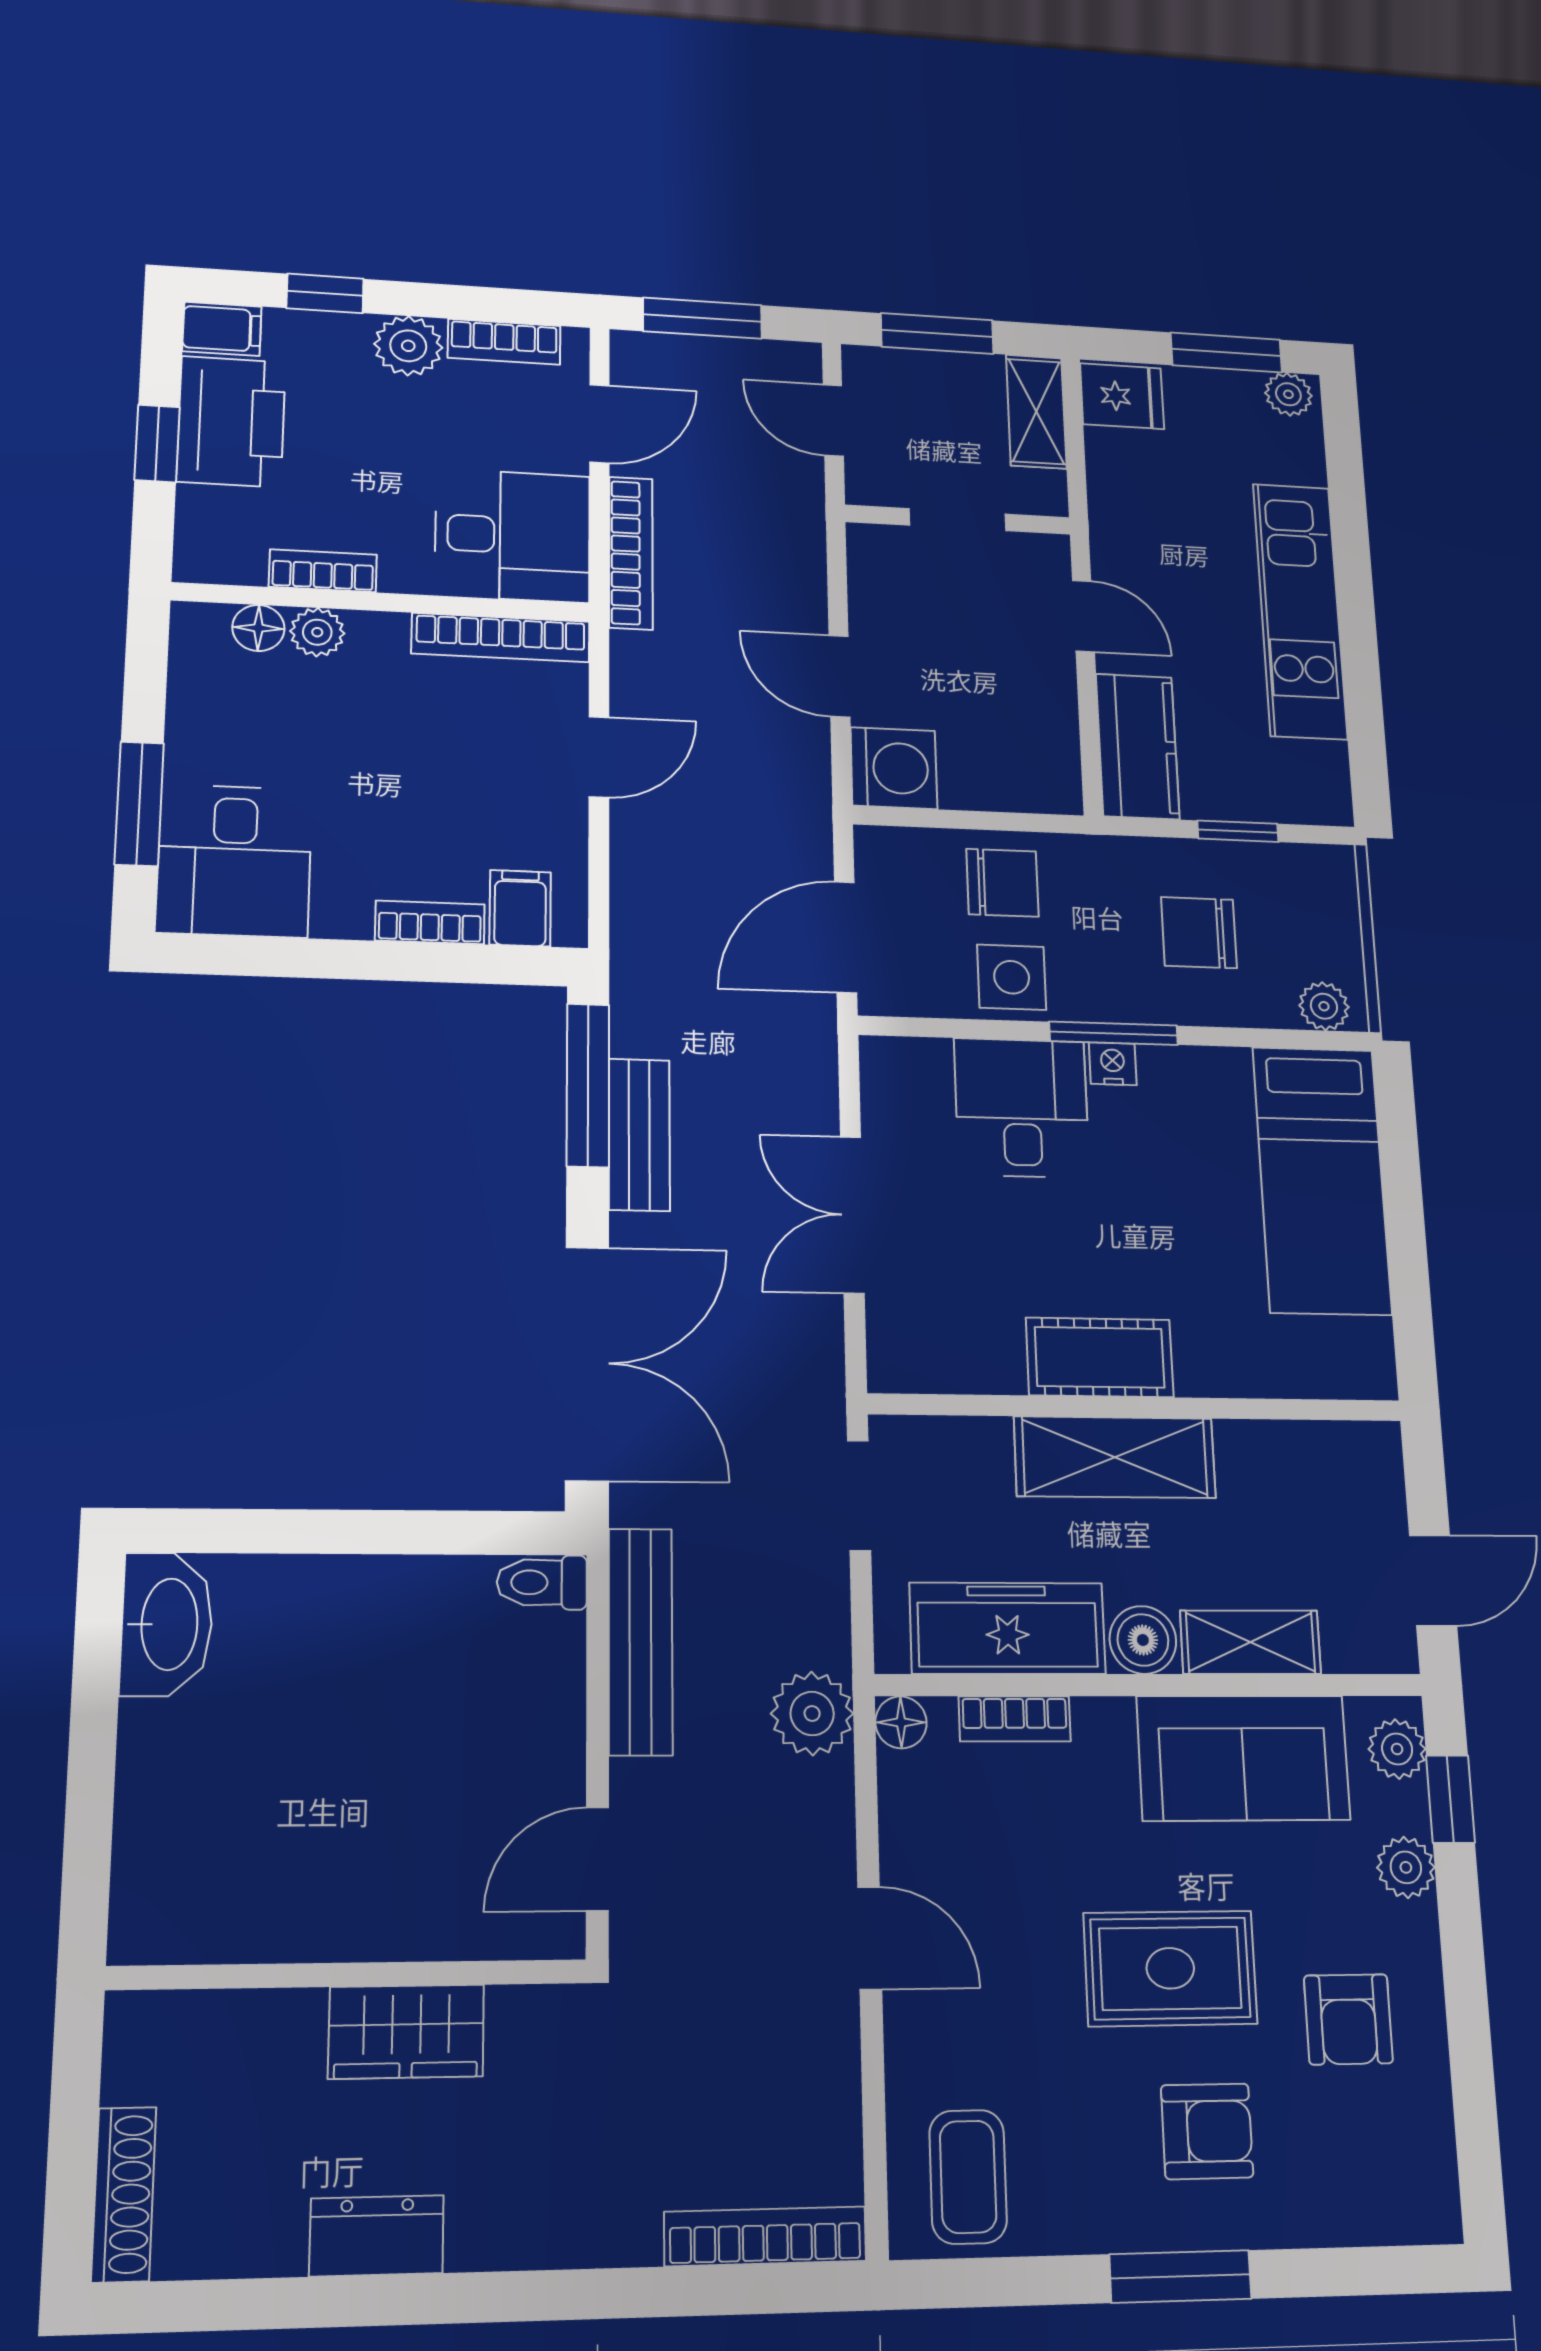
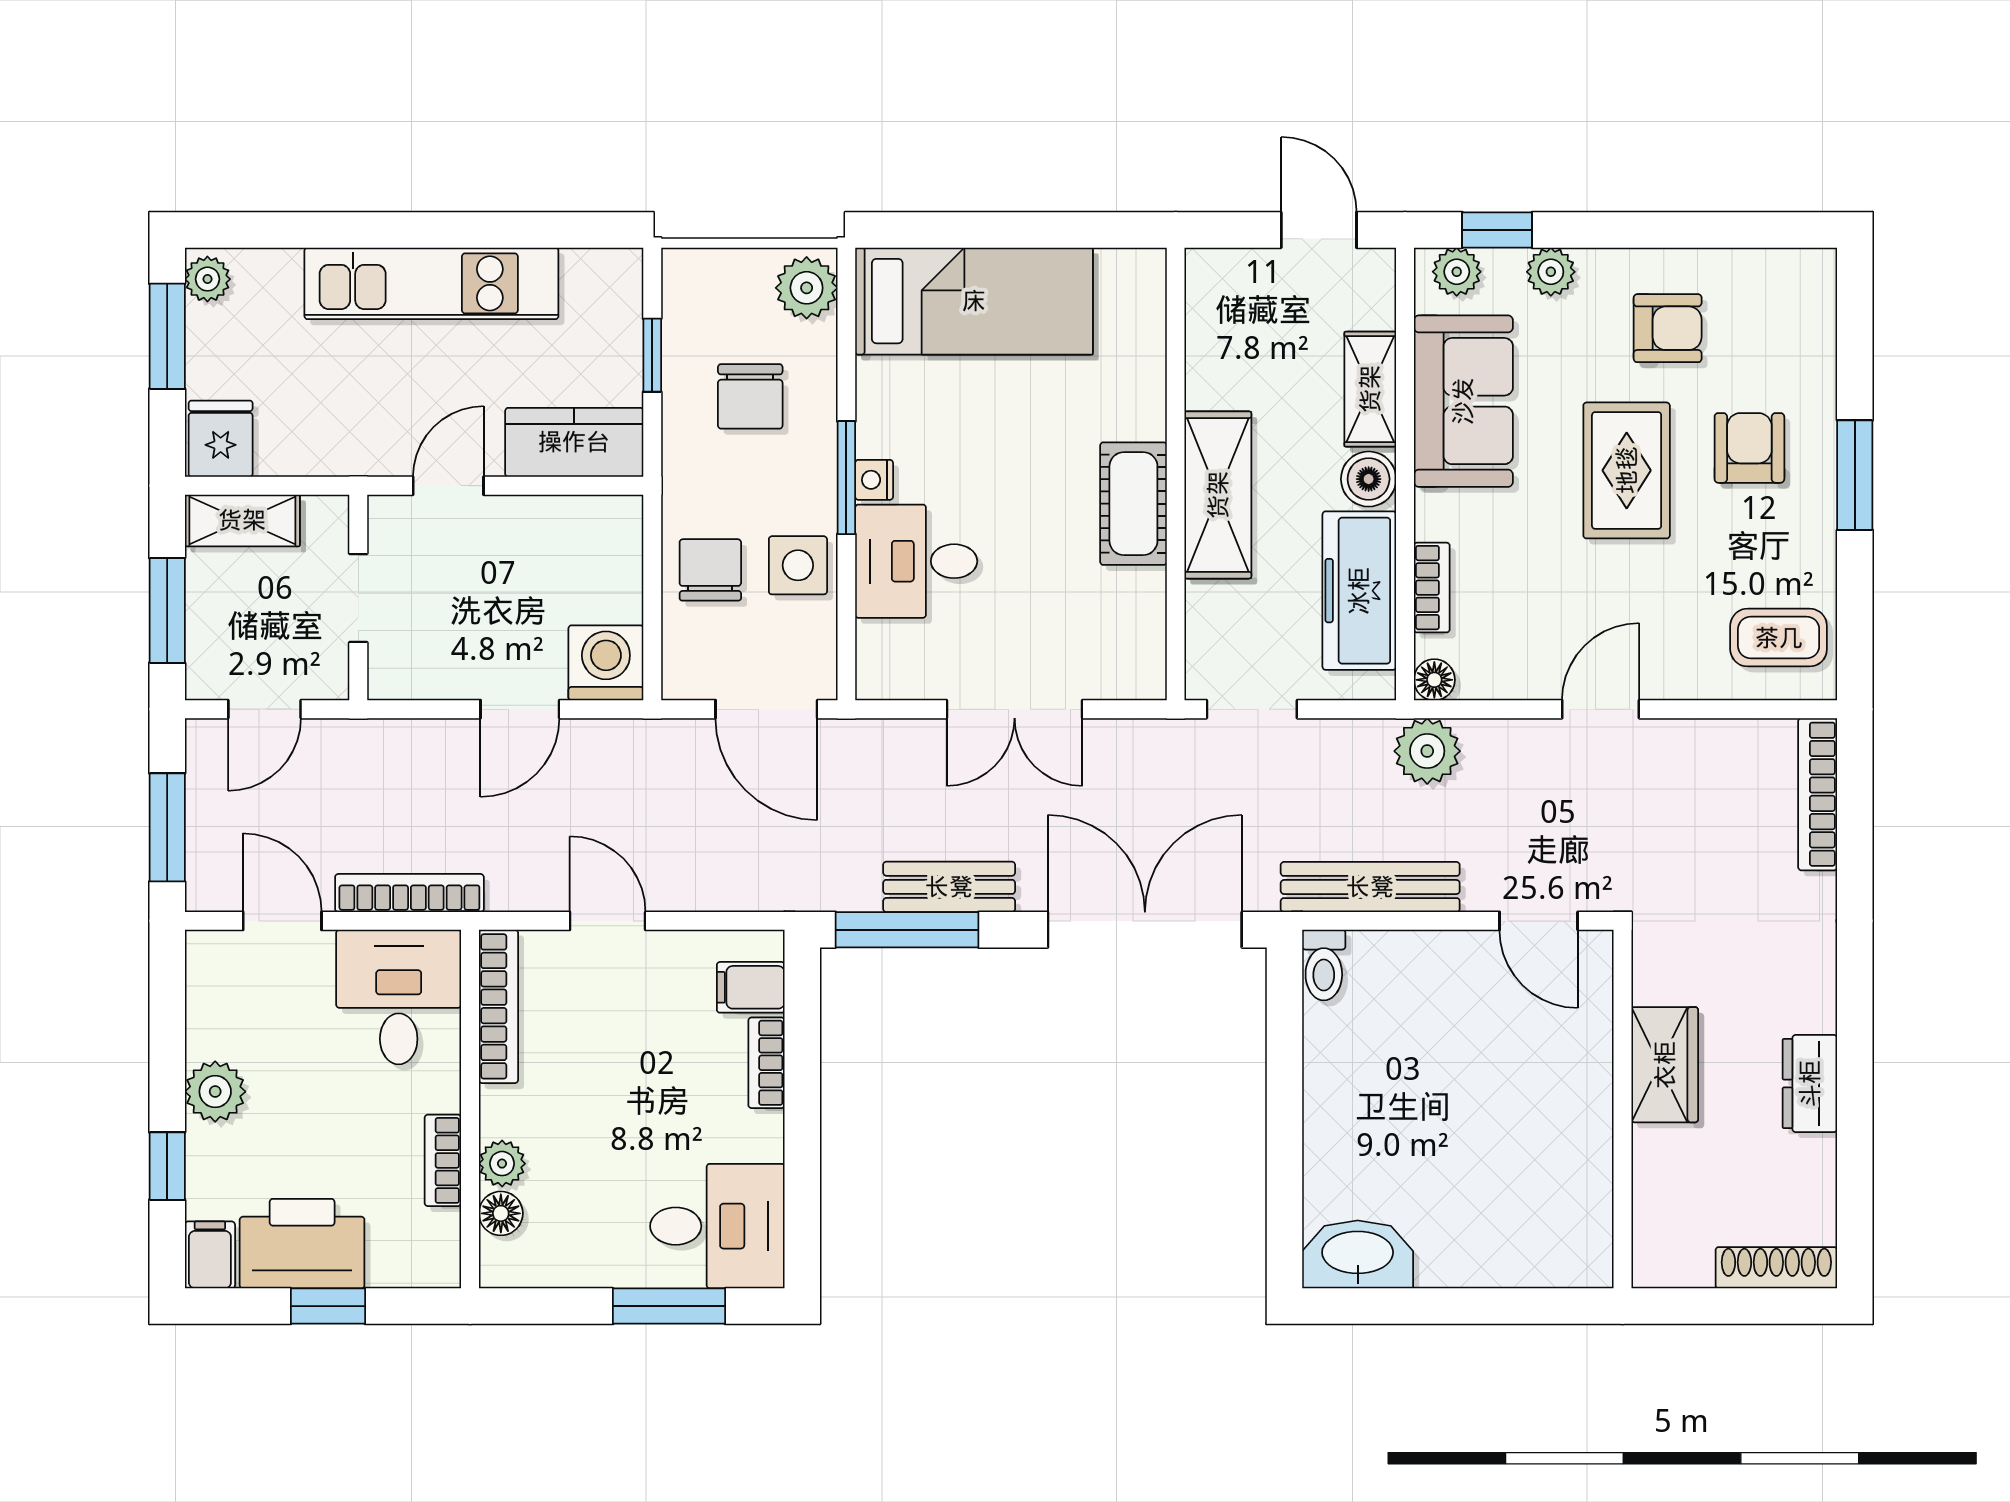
bookcase: (504, 342) -> (205, 1006), removed
plant: (1324, 1006) -> (807, 288), width x1.38, depth x1.38

